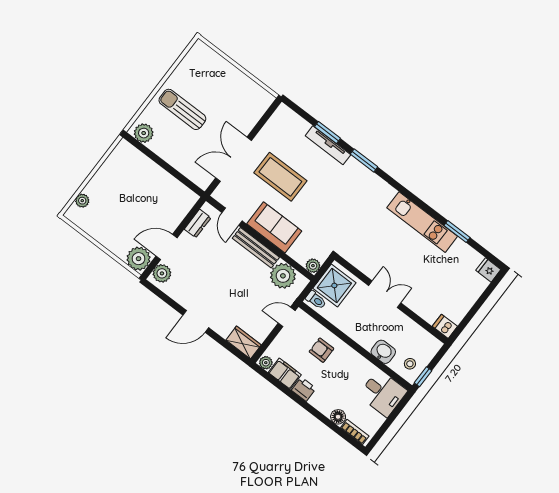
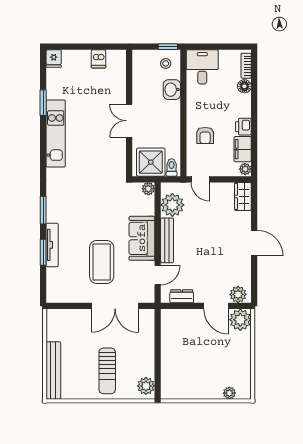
bench: (218, 63) -> (53, 370), added
dishwasher: (445, 326) -> (99, 59), moved

